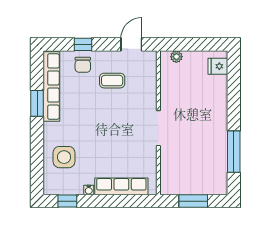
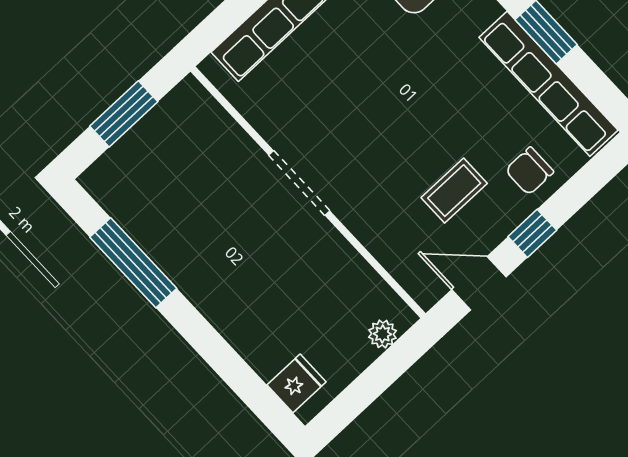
window: (83, 44) -> (532, 233), moved
door: (131, 44) -> (479, 283), swing flipped
chair: (83, 65) -> (530, 171), turned -90

